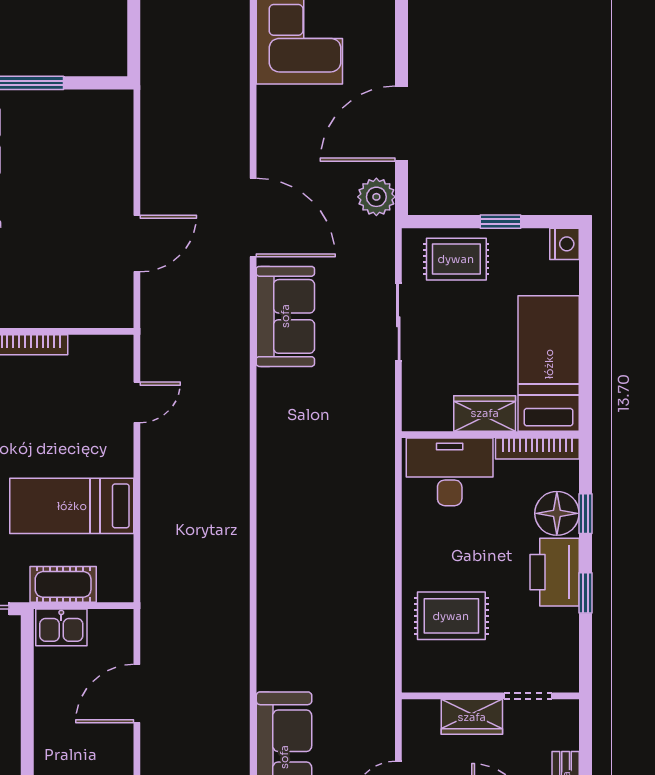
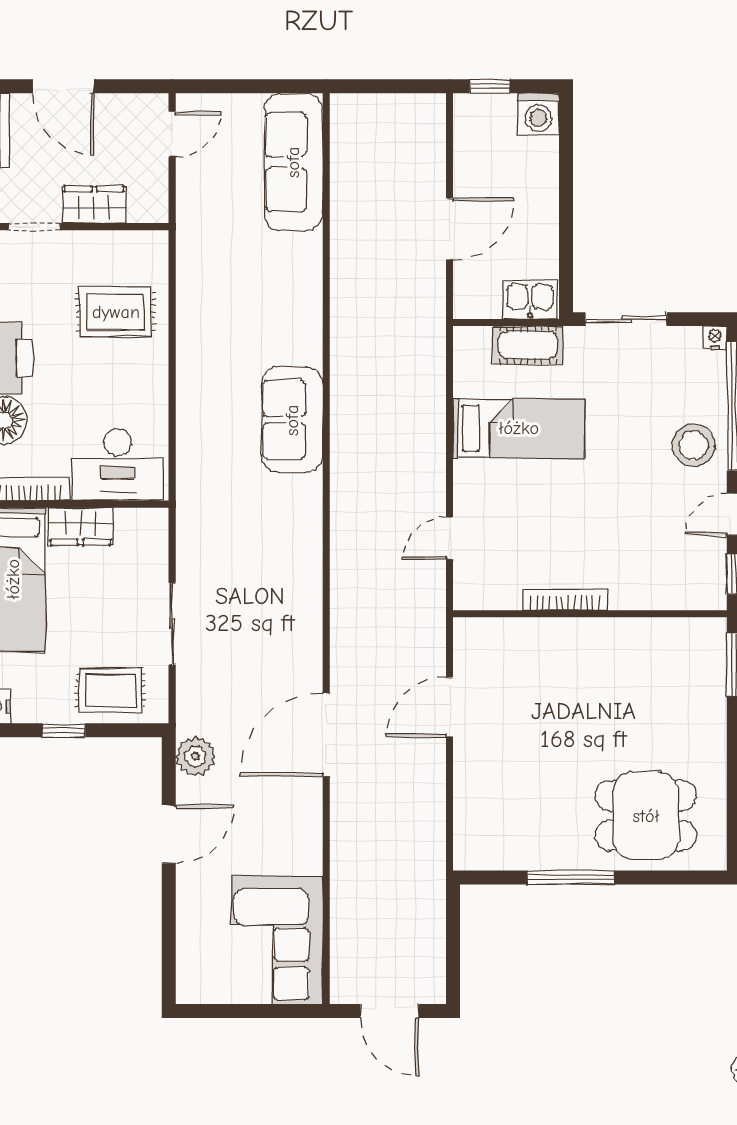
door: (402, 124) -> (169, 834), width x0.73
door: (253, 217) -> (326, 735), hinge flipped
sofa: (285, 316) -> (292, 420), moved

